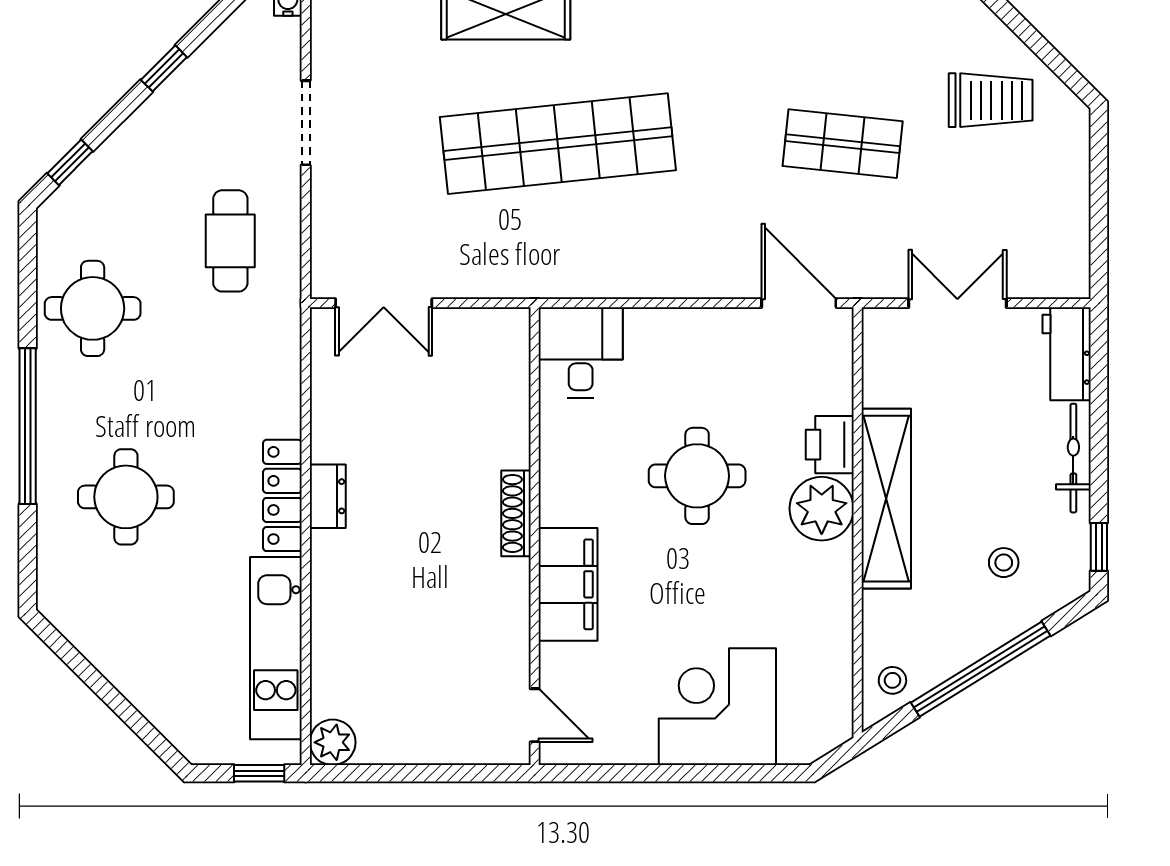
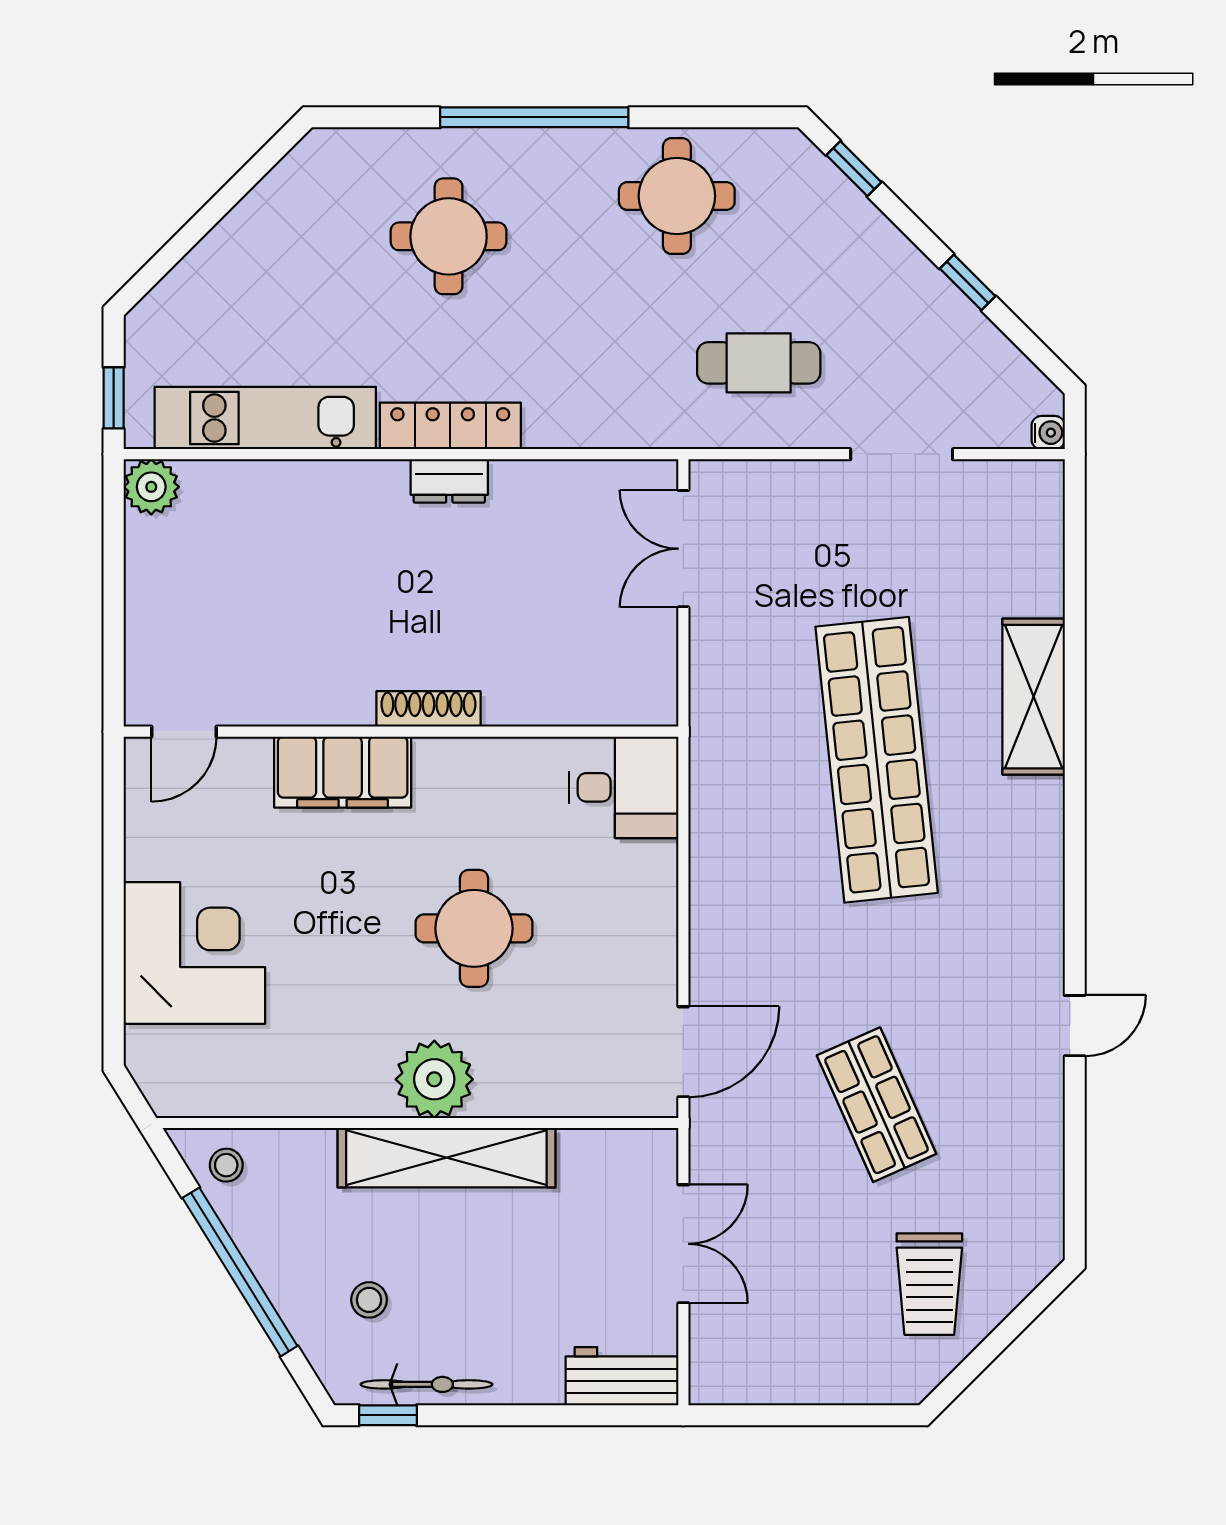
shop shelf: (843, 144) -> (877, 1105), turned -30
printer: (830, 445) -> (512, 1089), removed
bicycle: (1073, 458) -> (427, 1384), moved

